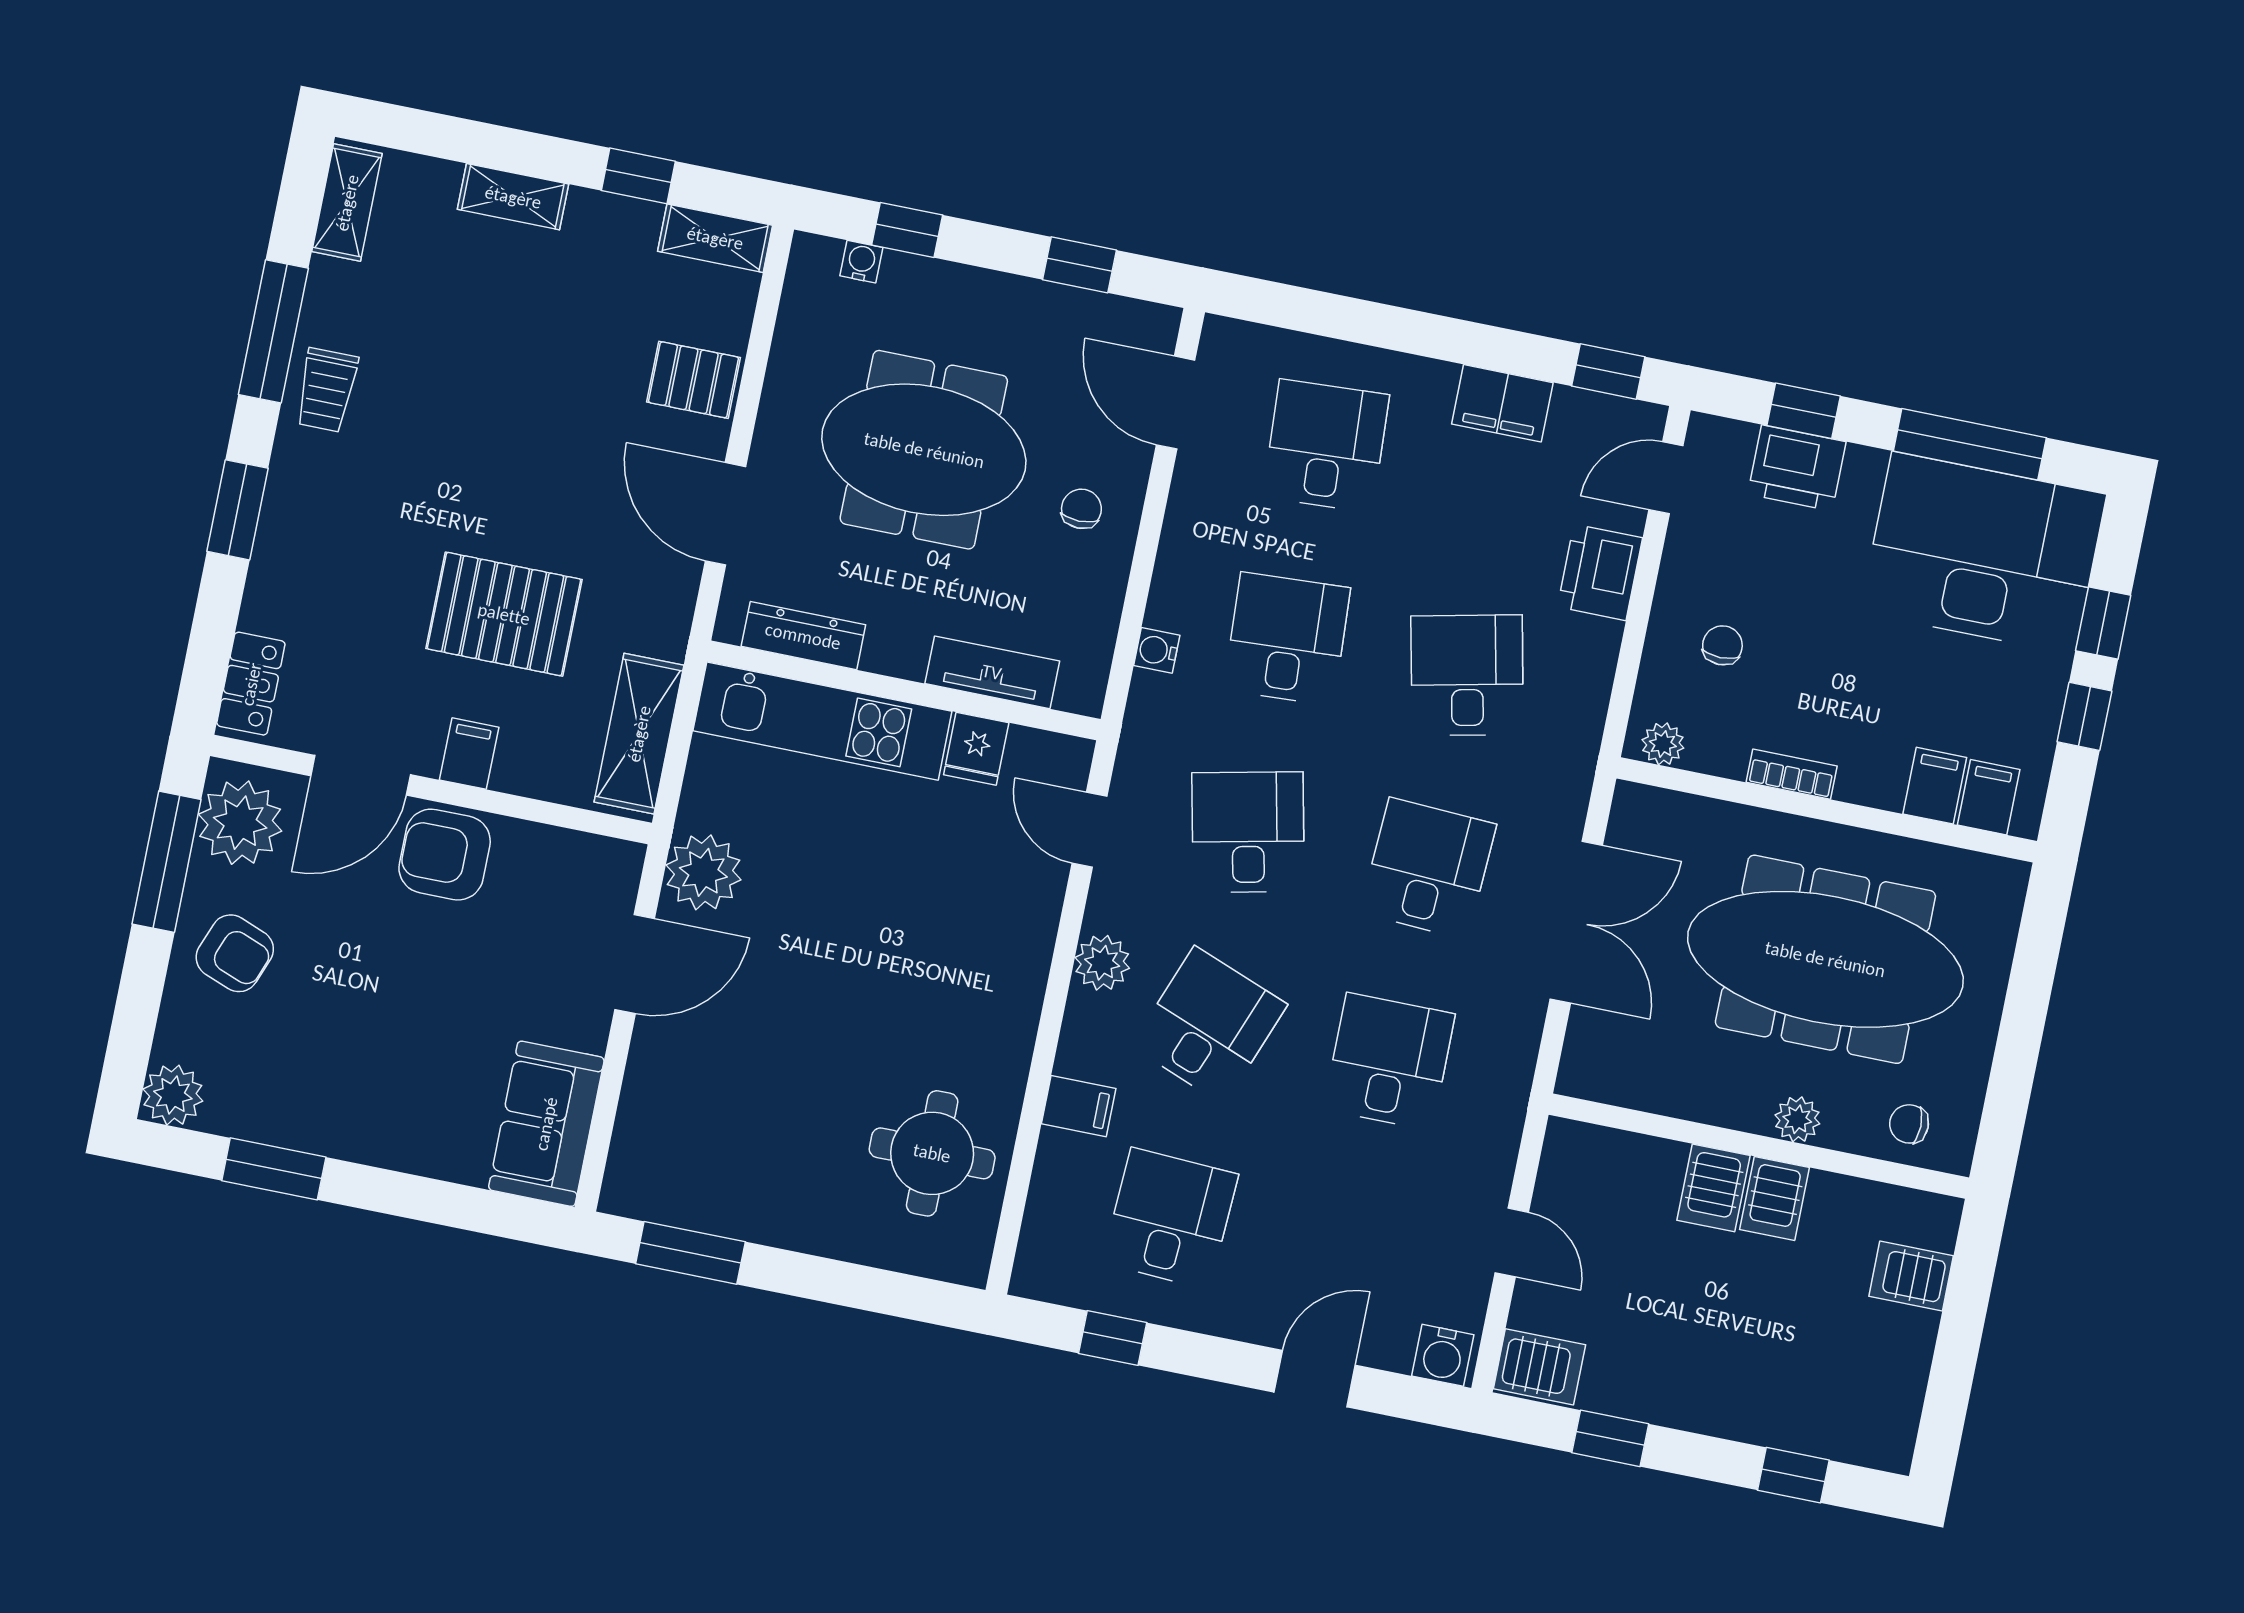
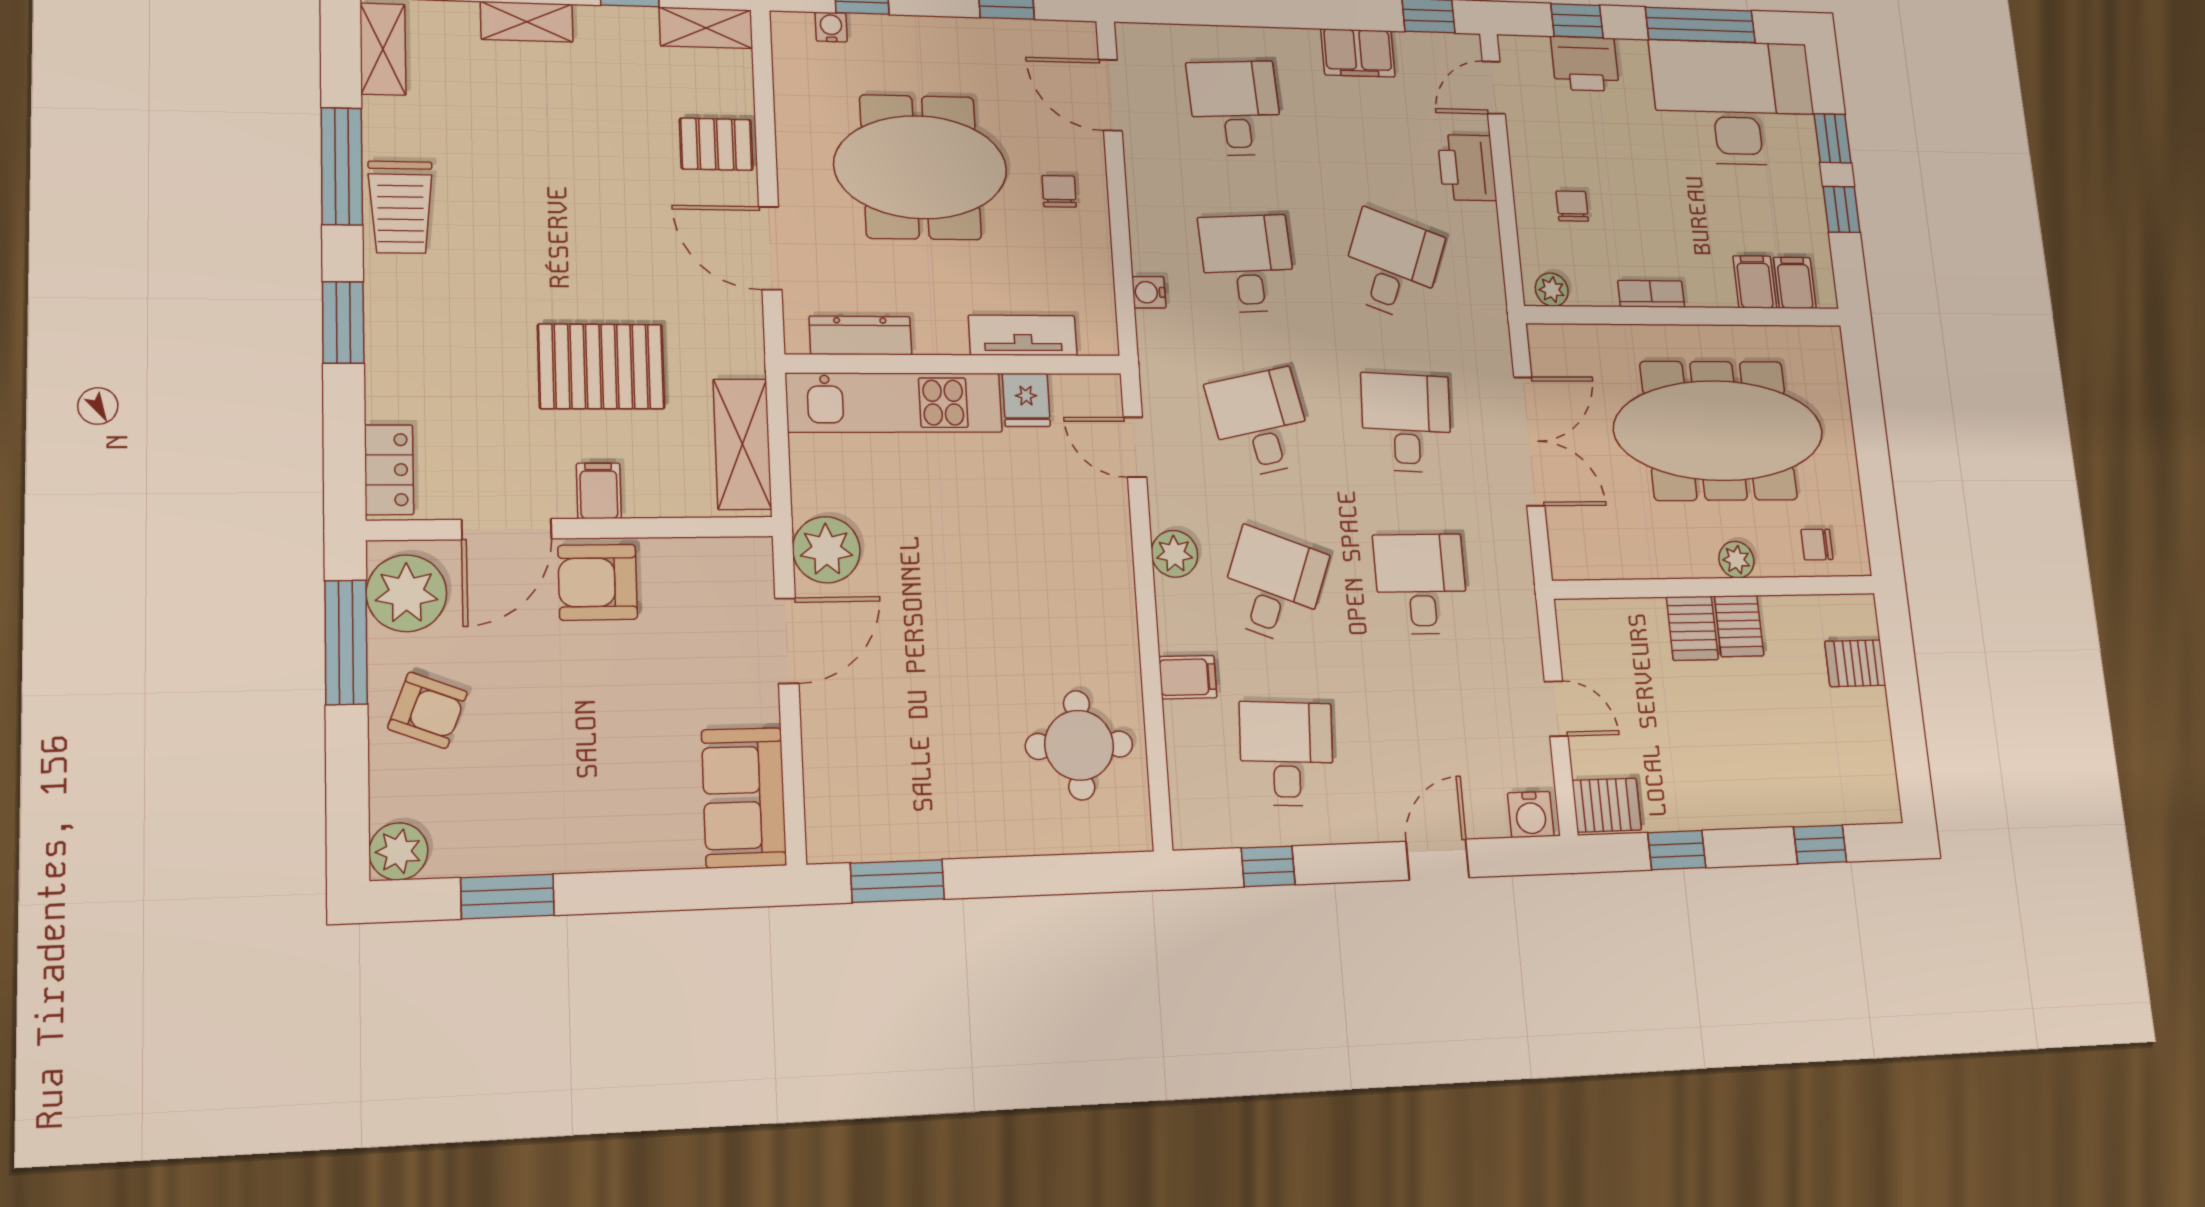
trolley: (326, 390) -> (400, 207), width x1.36, depth x1.39
desk: (1467, 675) -> (1392, 265), turned 33

